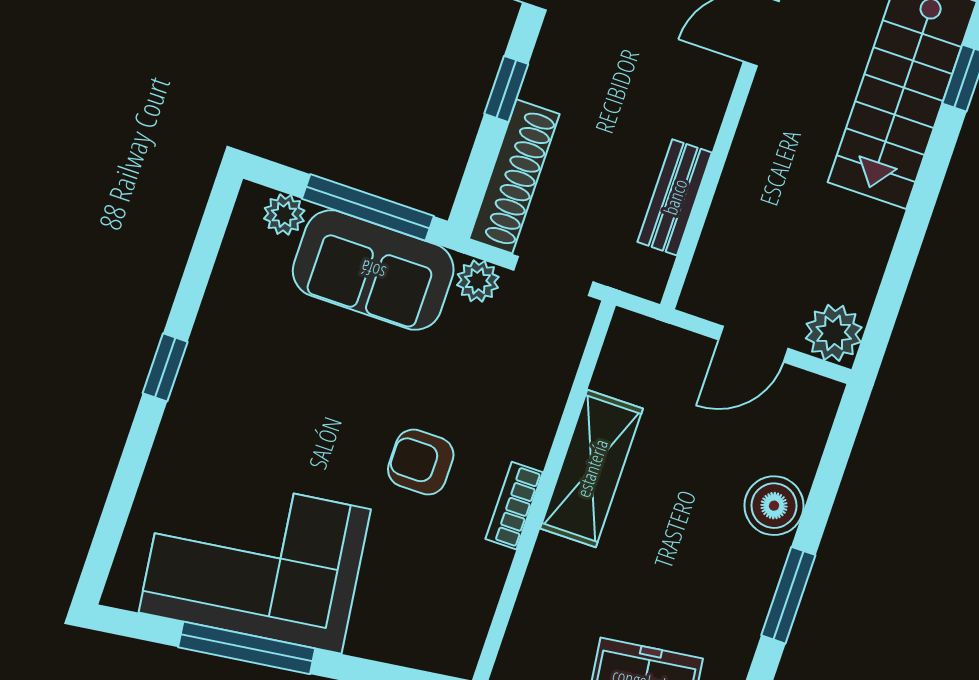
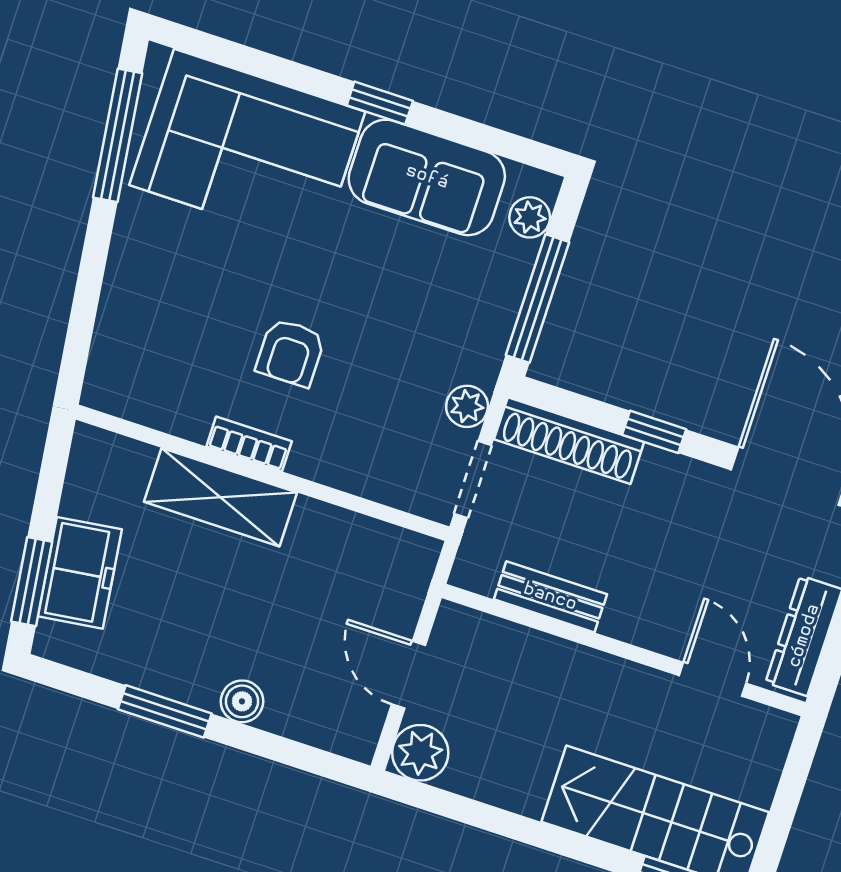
sofa: (373, 270) -> (427, 177), moved, turned -90
armchair: (421, 462) -> (290, 353), turned 180
shelving: (592, 468) -> (220, 497), moved
boiler: (774, 506) -> (242, 701), width x0.73, depth x0.73
corner sofa: (255, 561) -> (247, 148), moved, turned 97
window: (247, 648) -> (118, 135), moved

